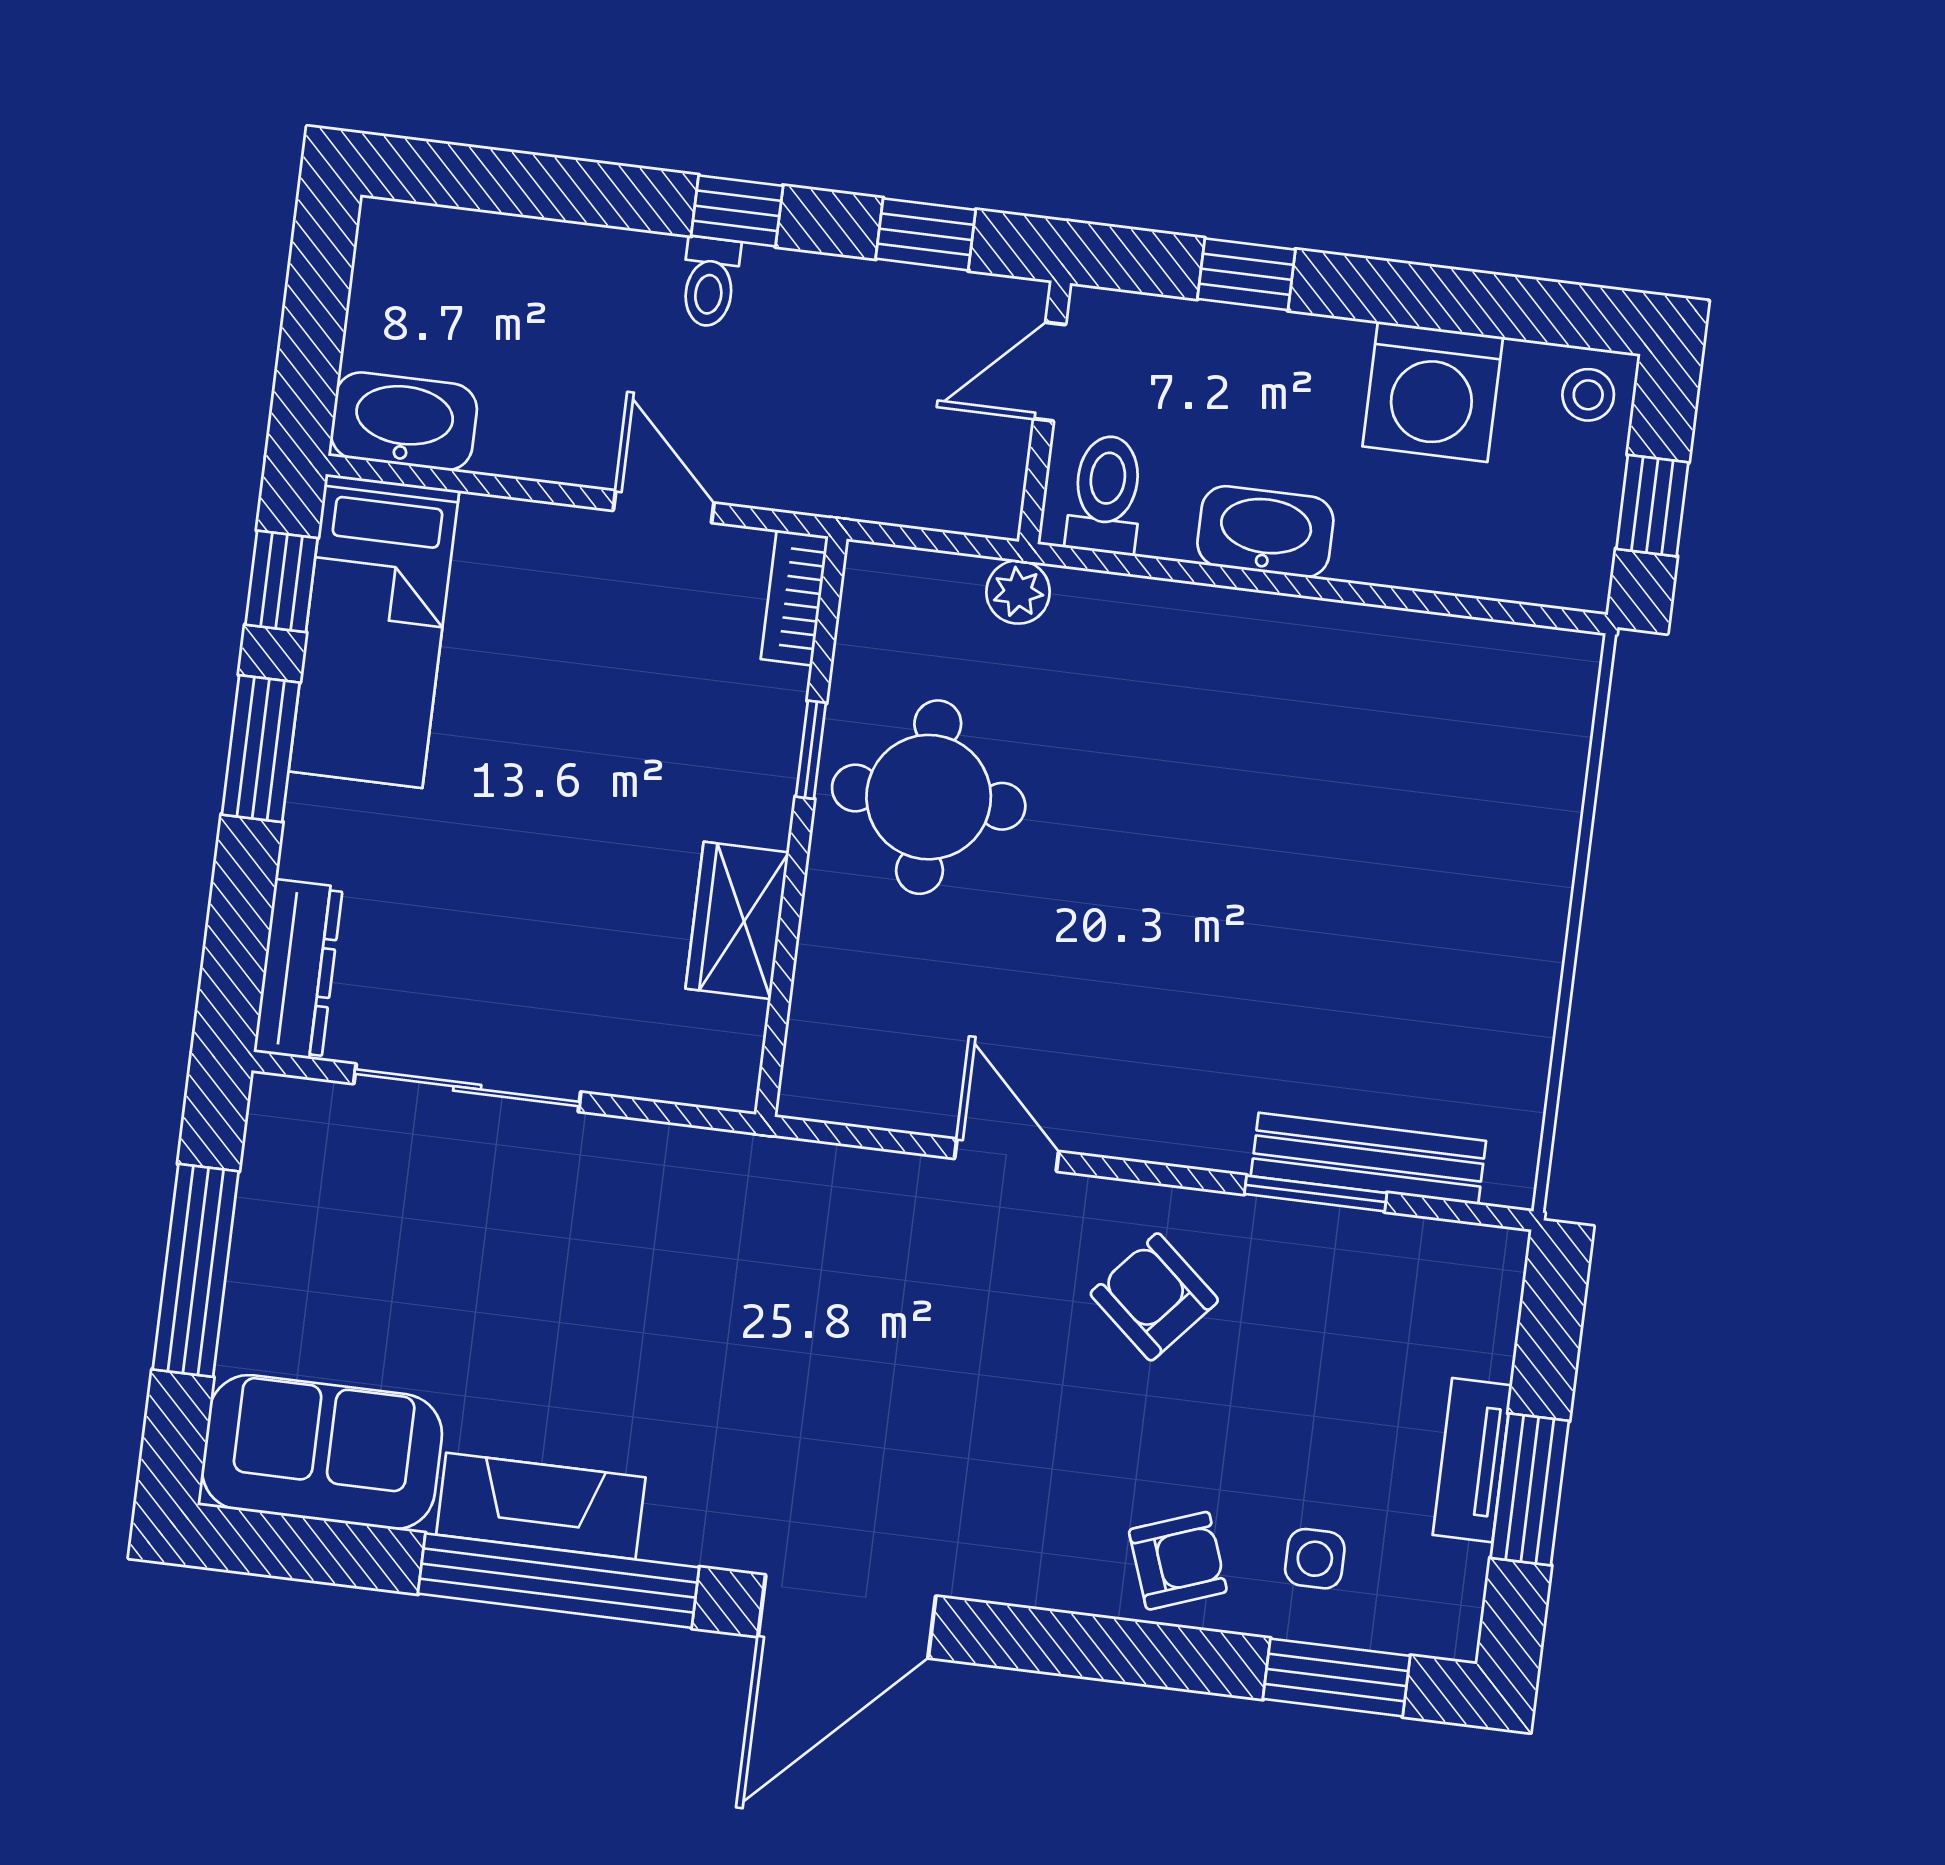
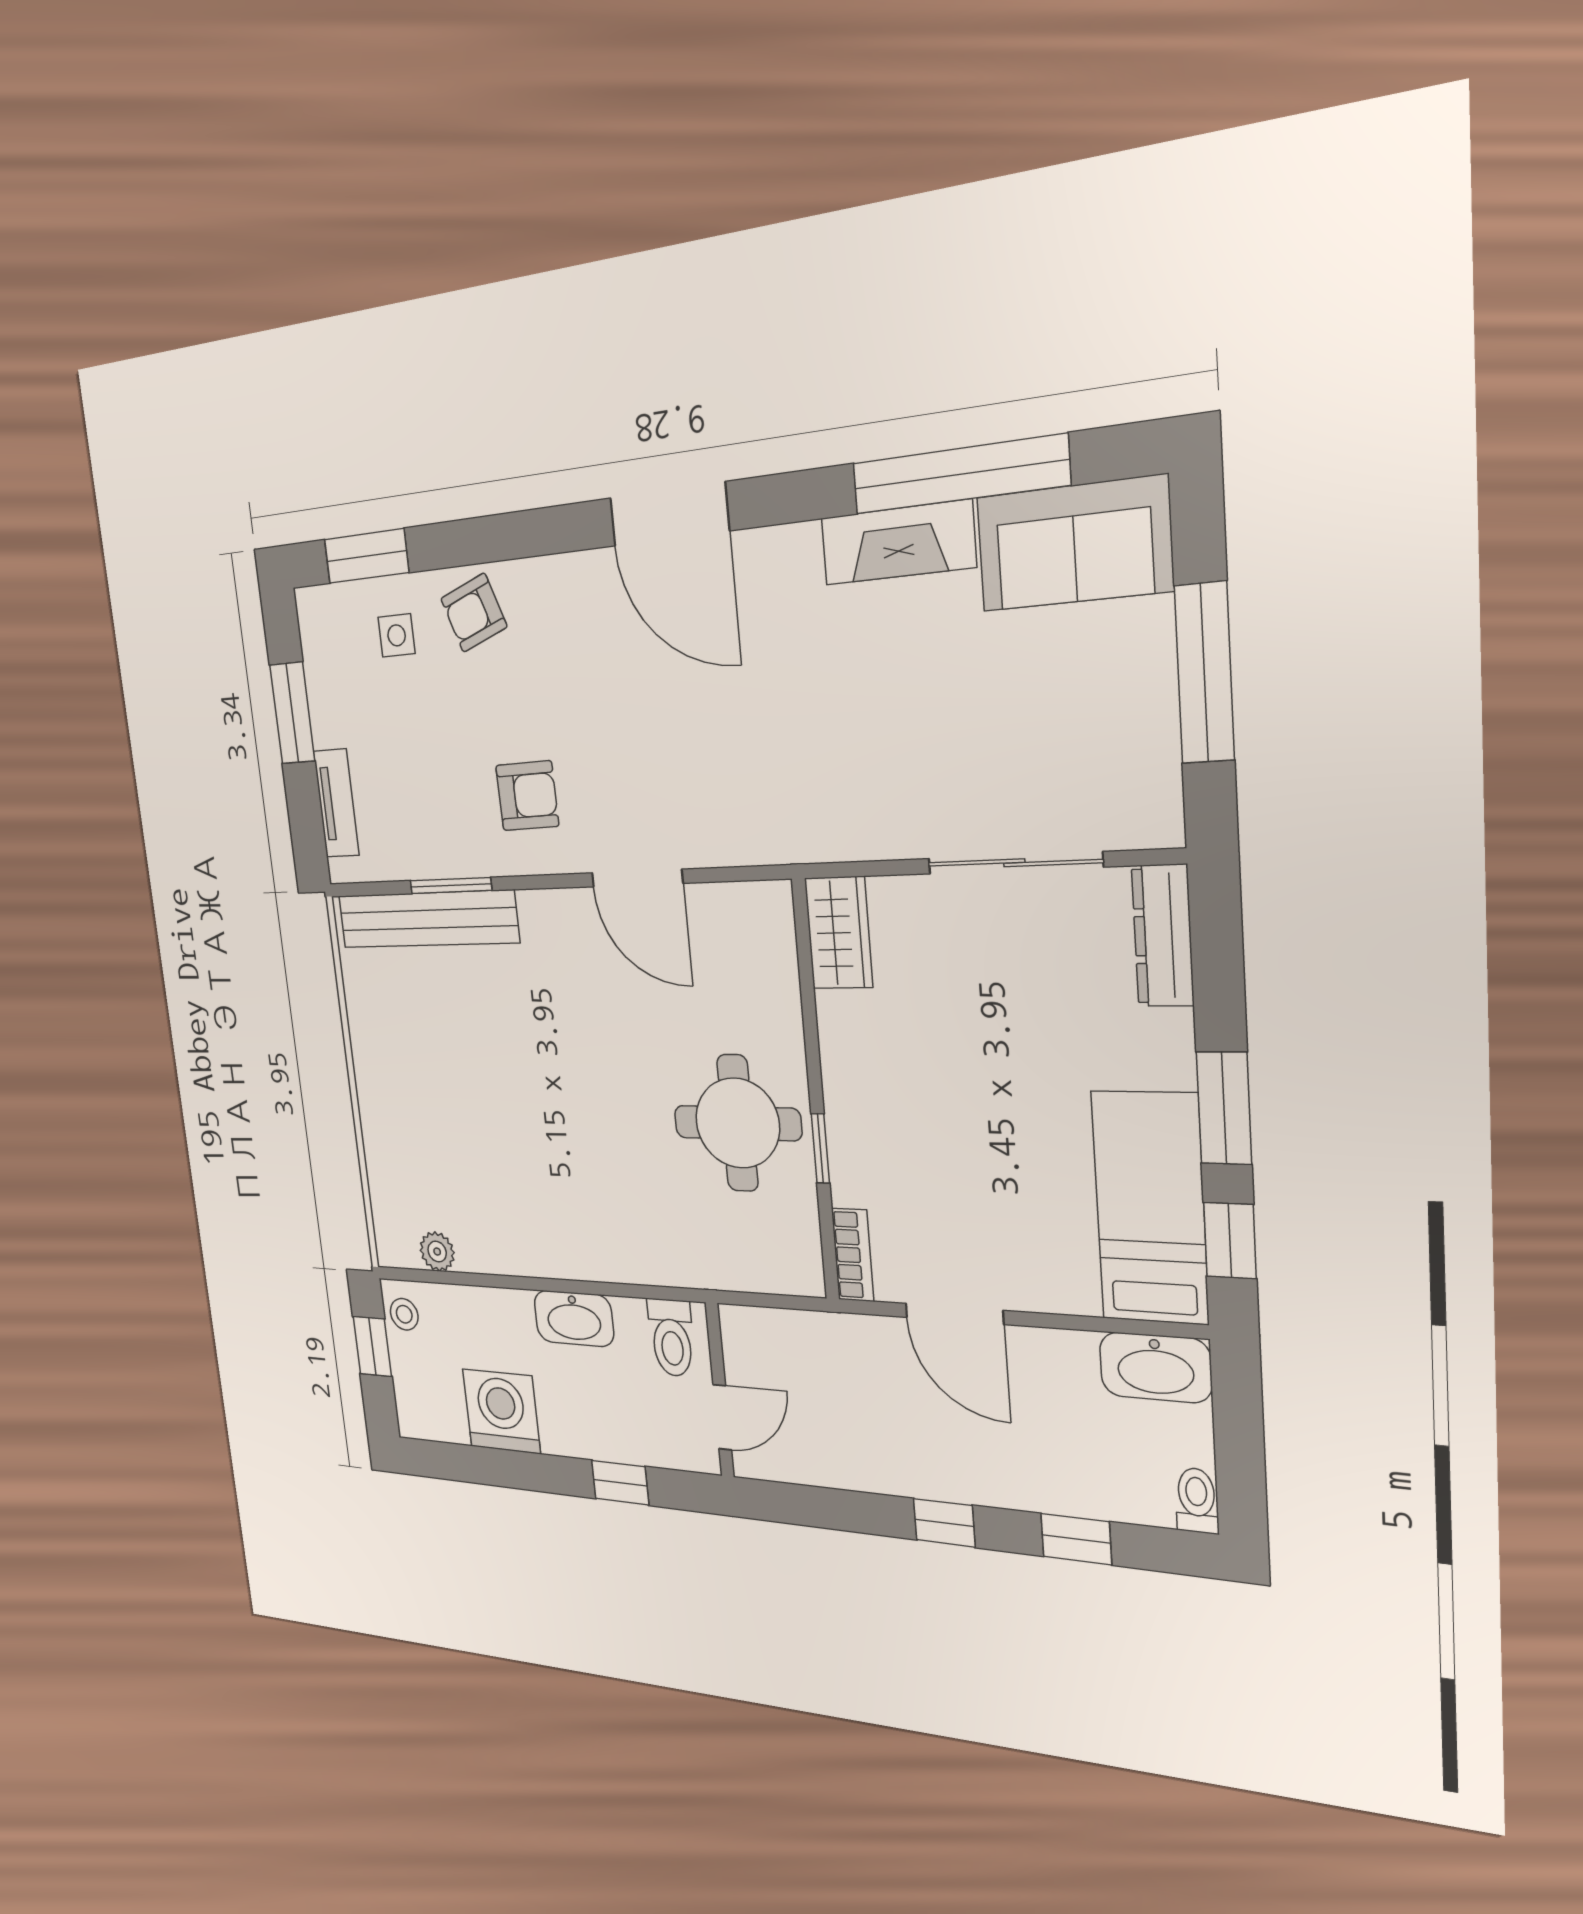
window: (926, 234) -> (1076, 1539), moved
toilet: (710, 282) -> (1197, 1500), moved
stool: (1588, 395) -> (404, 1314), moved
door: (664, 507) -> (954, 1314), width x1.38
plant: (1018, 592) -> (437, 1252), moved
wardrobe: (737, 920) -> (839, 933), moved
door: (1007, 1155) -> (637, 878), width x1.38
bench: (1368, 1159) -> (427, 919), width x1.37, depth x1.21
armchair: (1154, 1297) -> (527, 796), turned -42
tv unit: (1472, 1460) -> (336, 803), moved
window: (558, 1581) -> (960, 474), moved
door: (847, 1616) -> (669, 514), swing flipped

